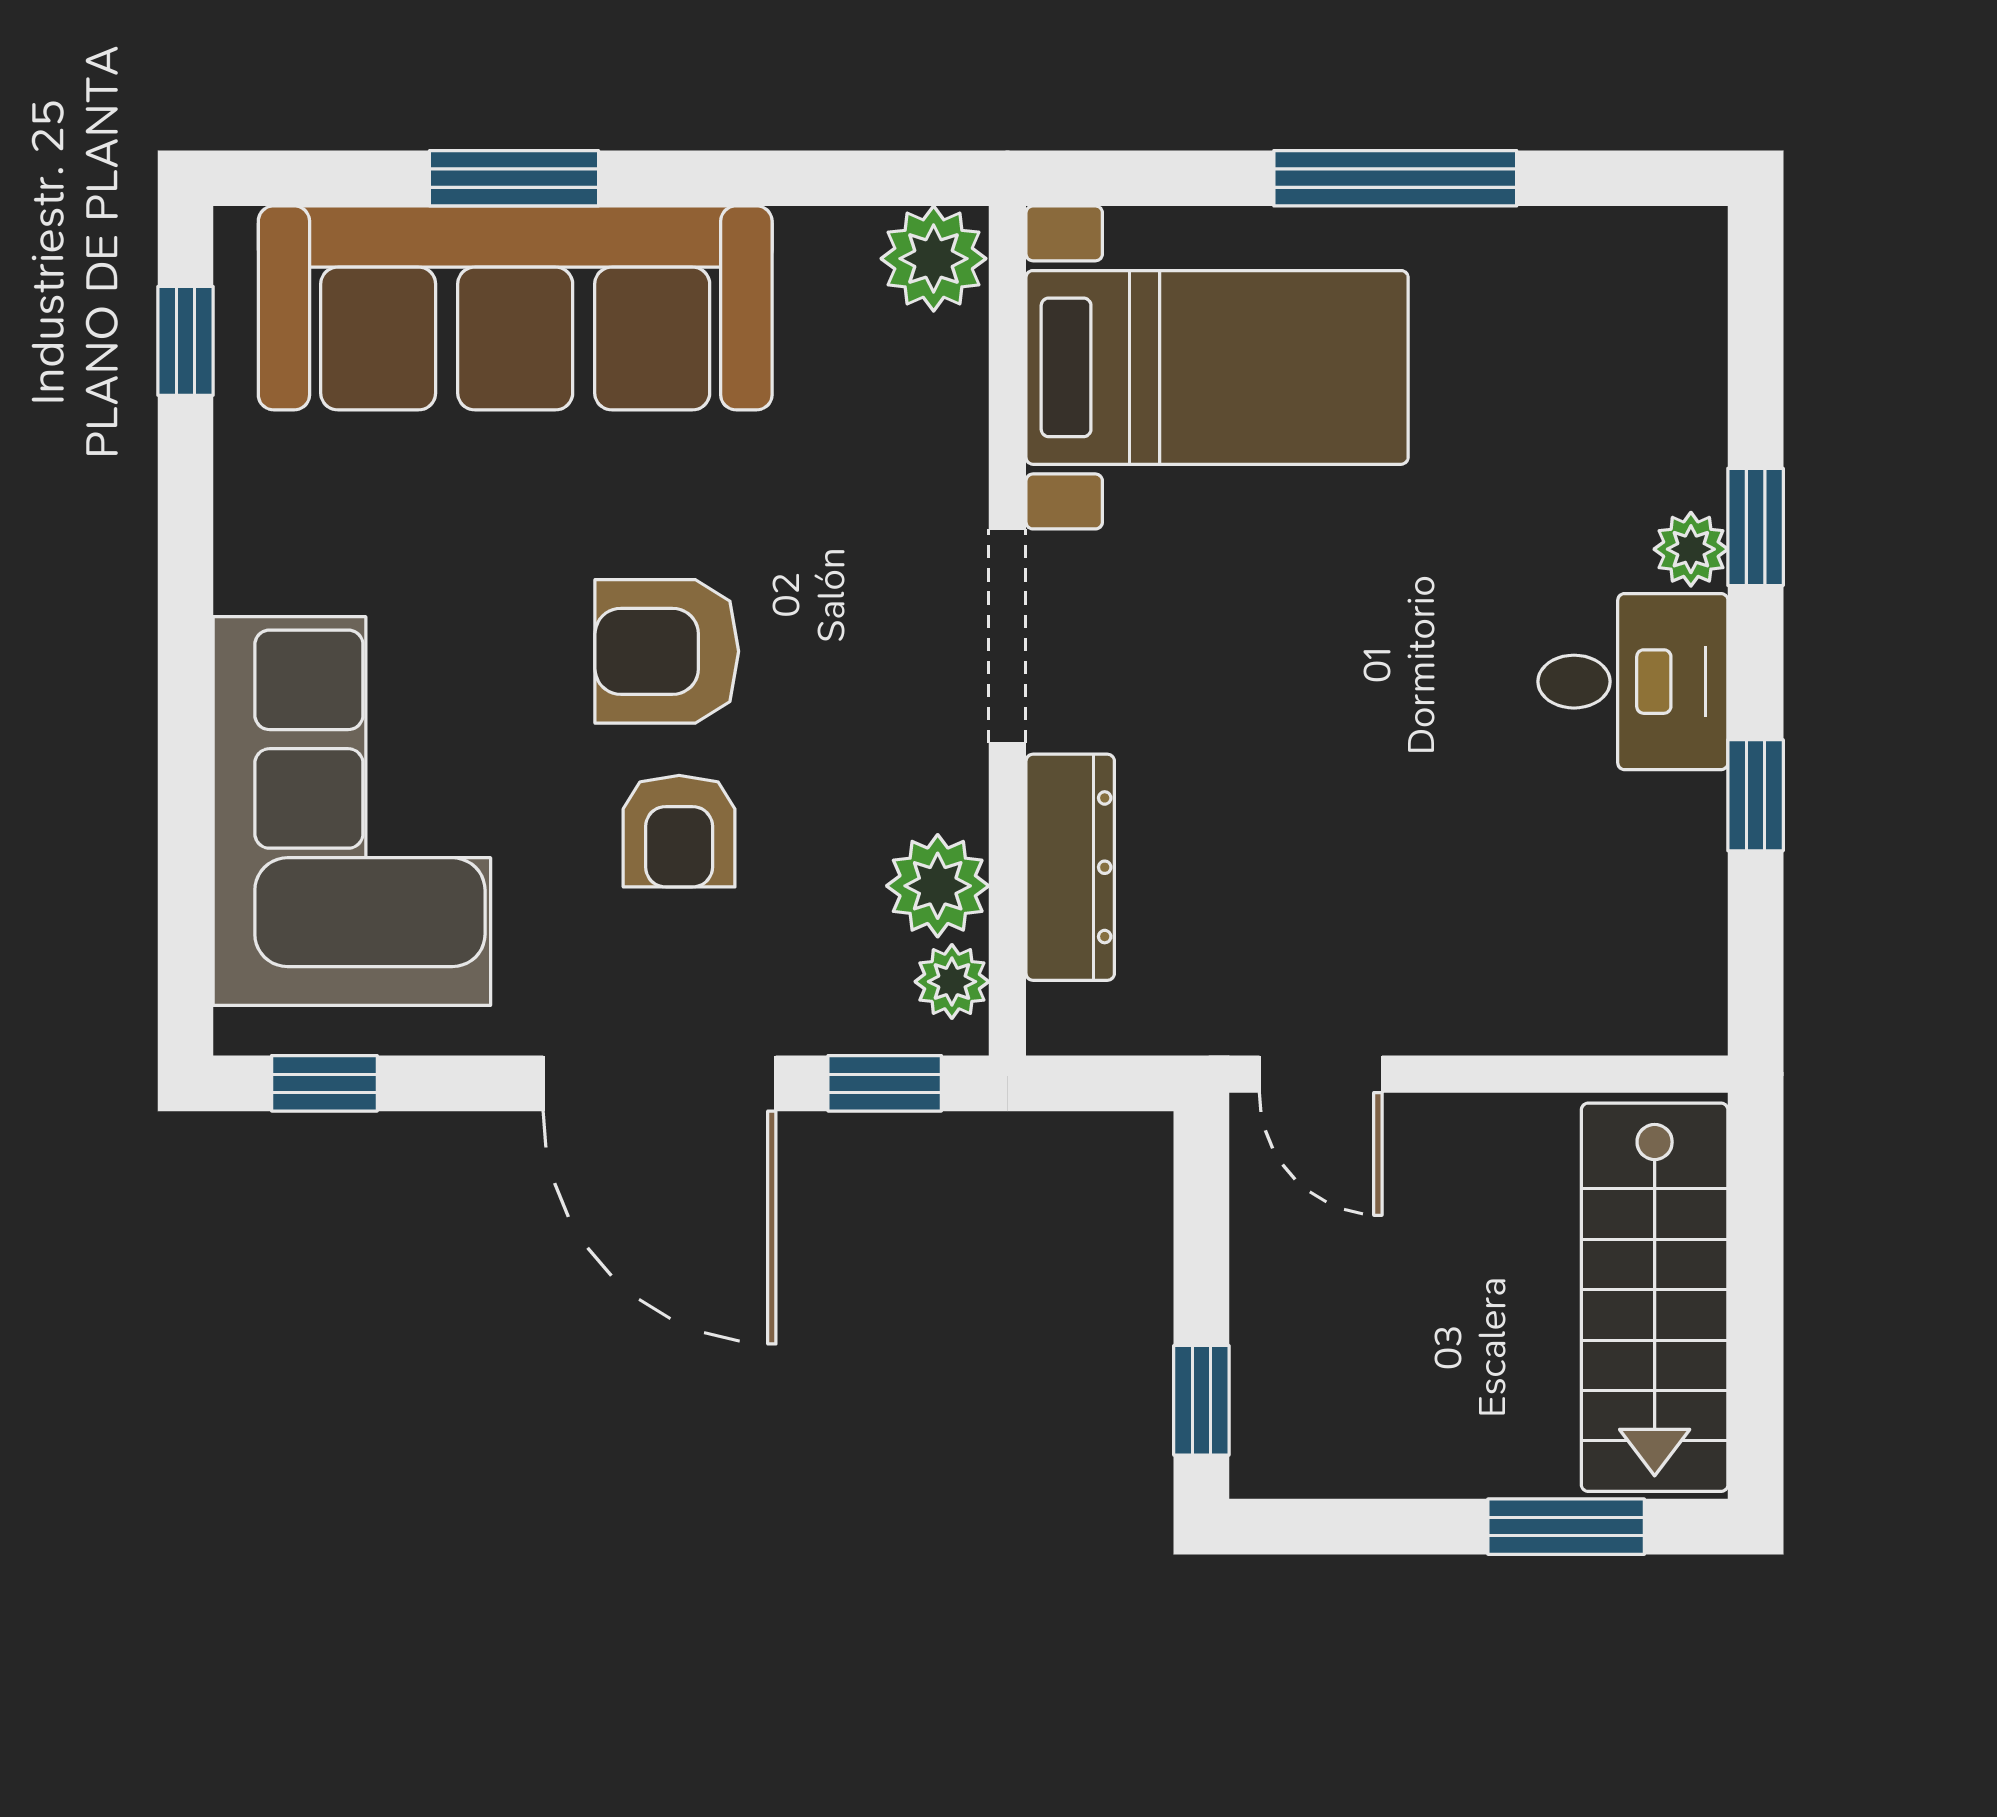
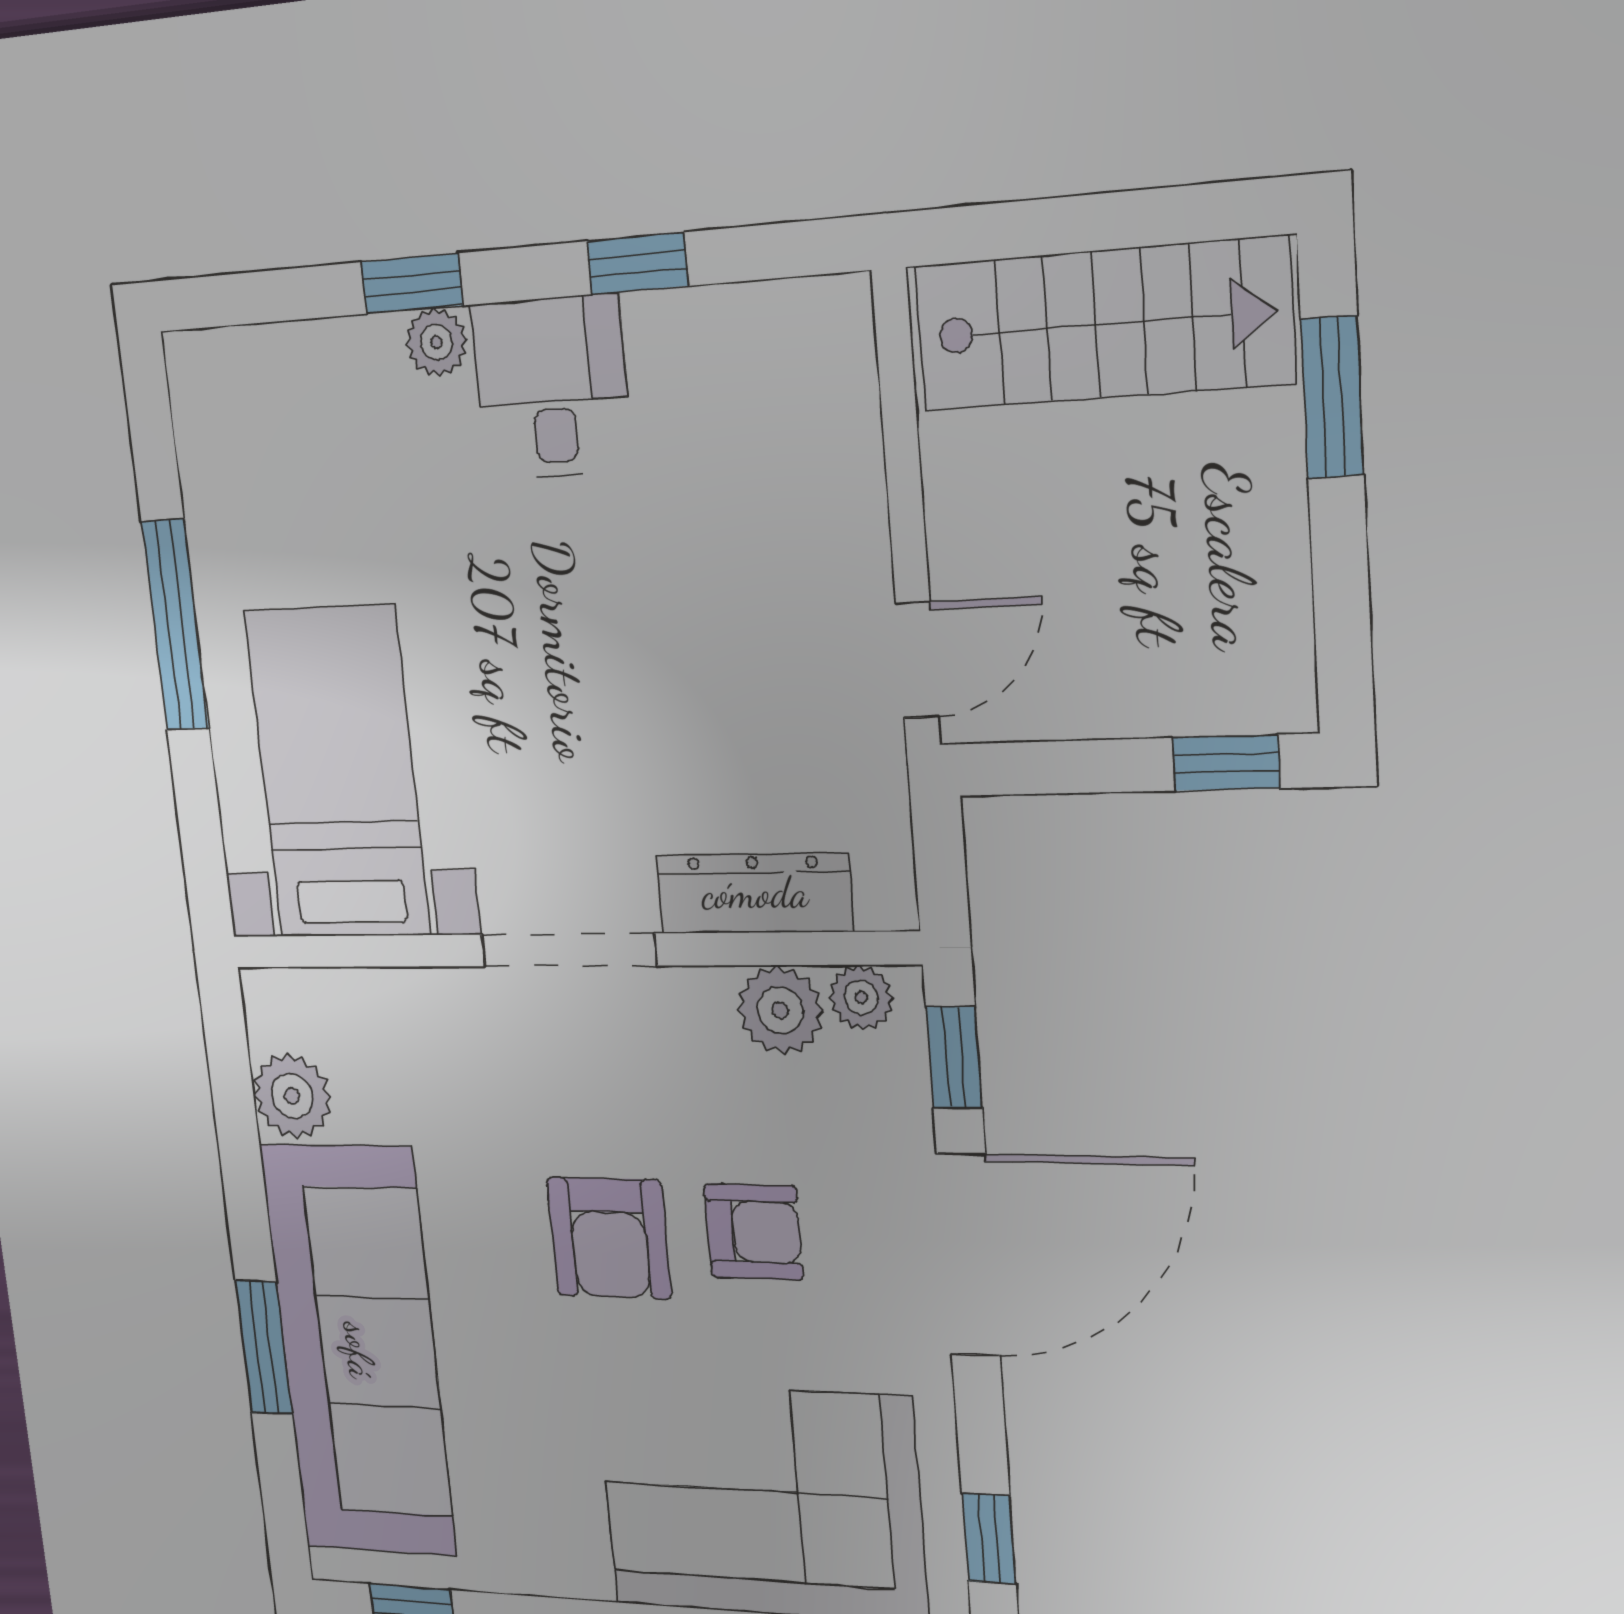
plant: (934, 259) -> (292, 1096), moved

